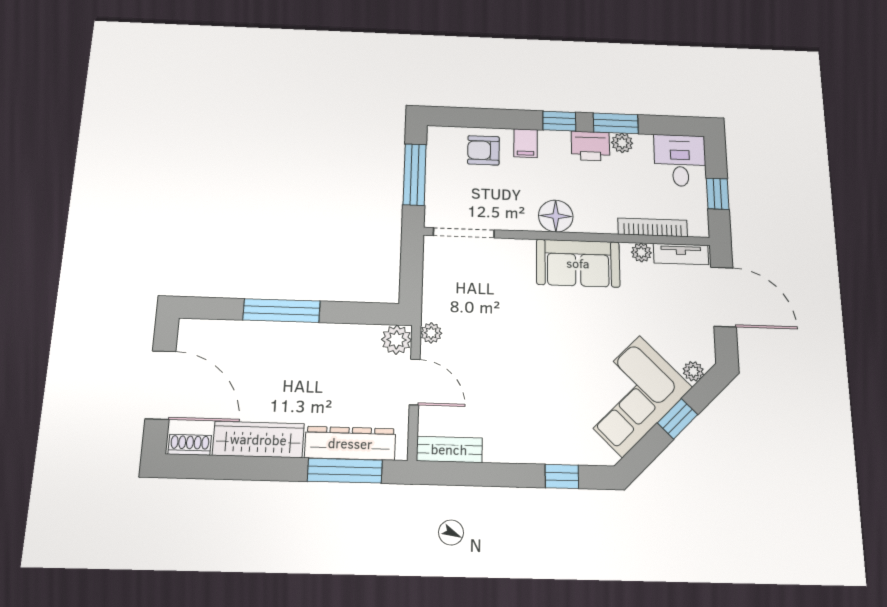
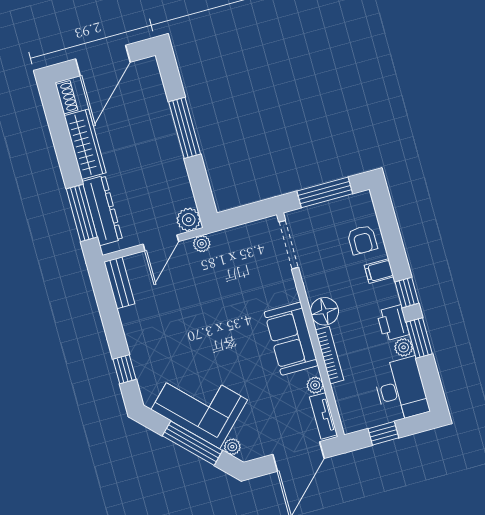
armchair: (483, 150) -> (362, 240), turned 180
desk: (680, 160) -> (401, 389), width x1.37
bookcase: (653, 227) -> (330, 355), moved
window: (678, 419) -> (192, 443), width x2.17

